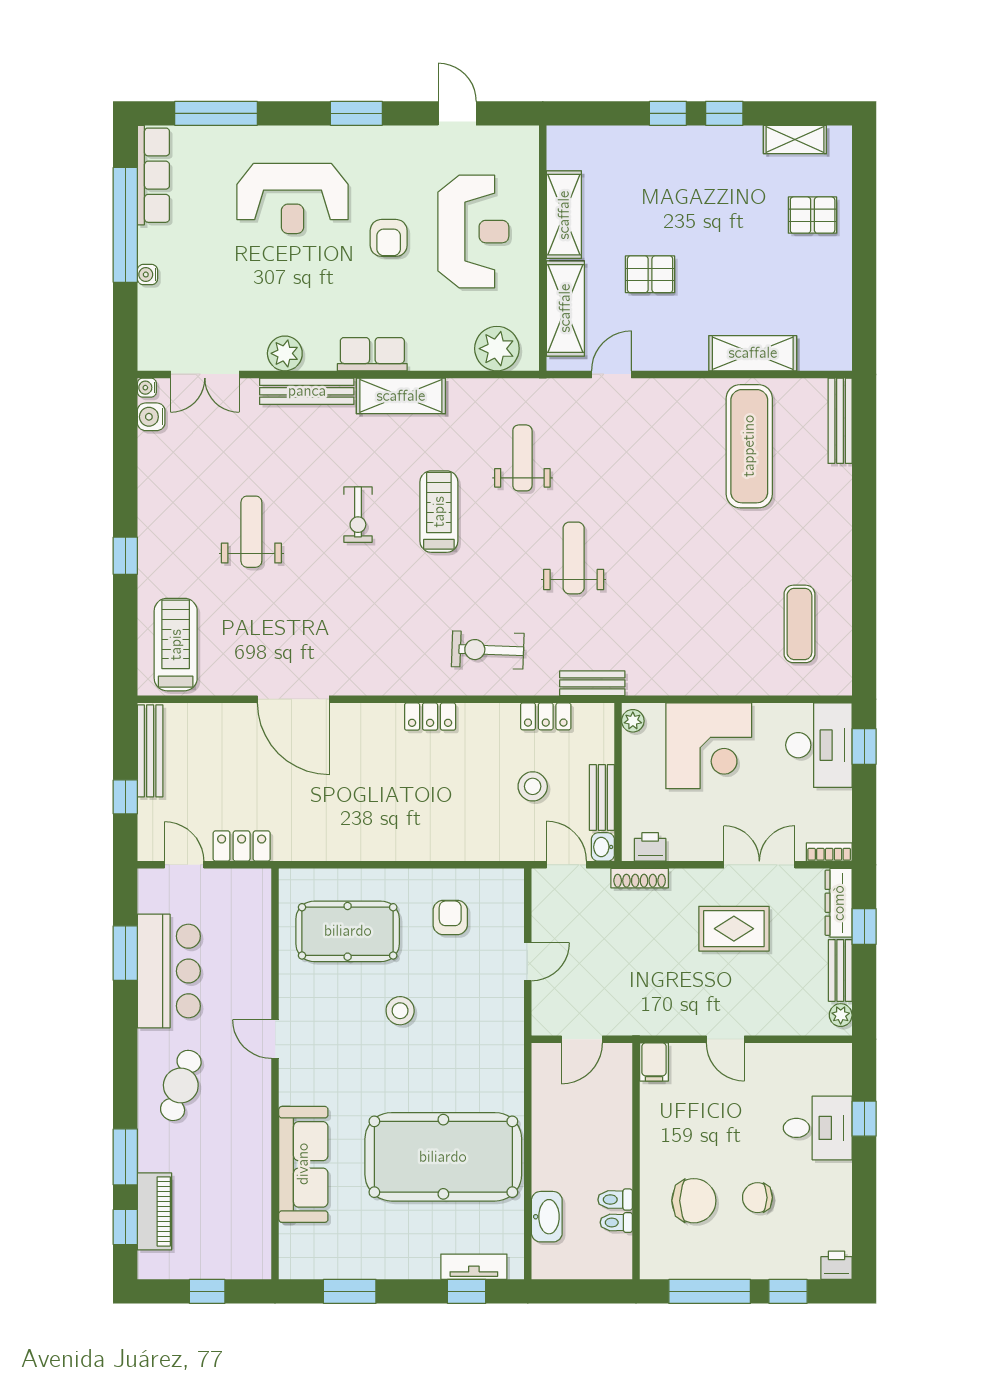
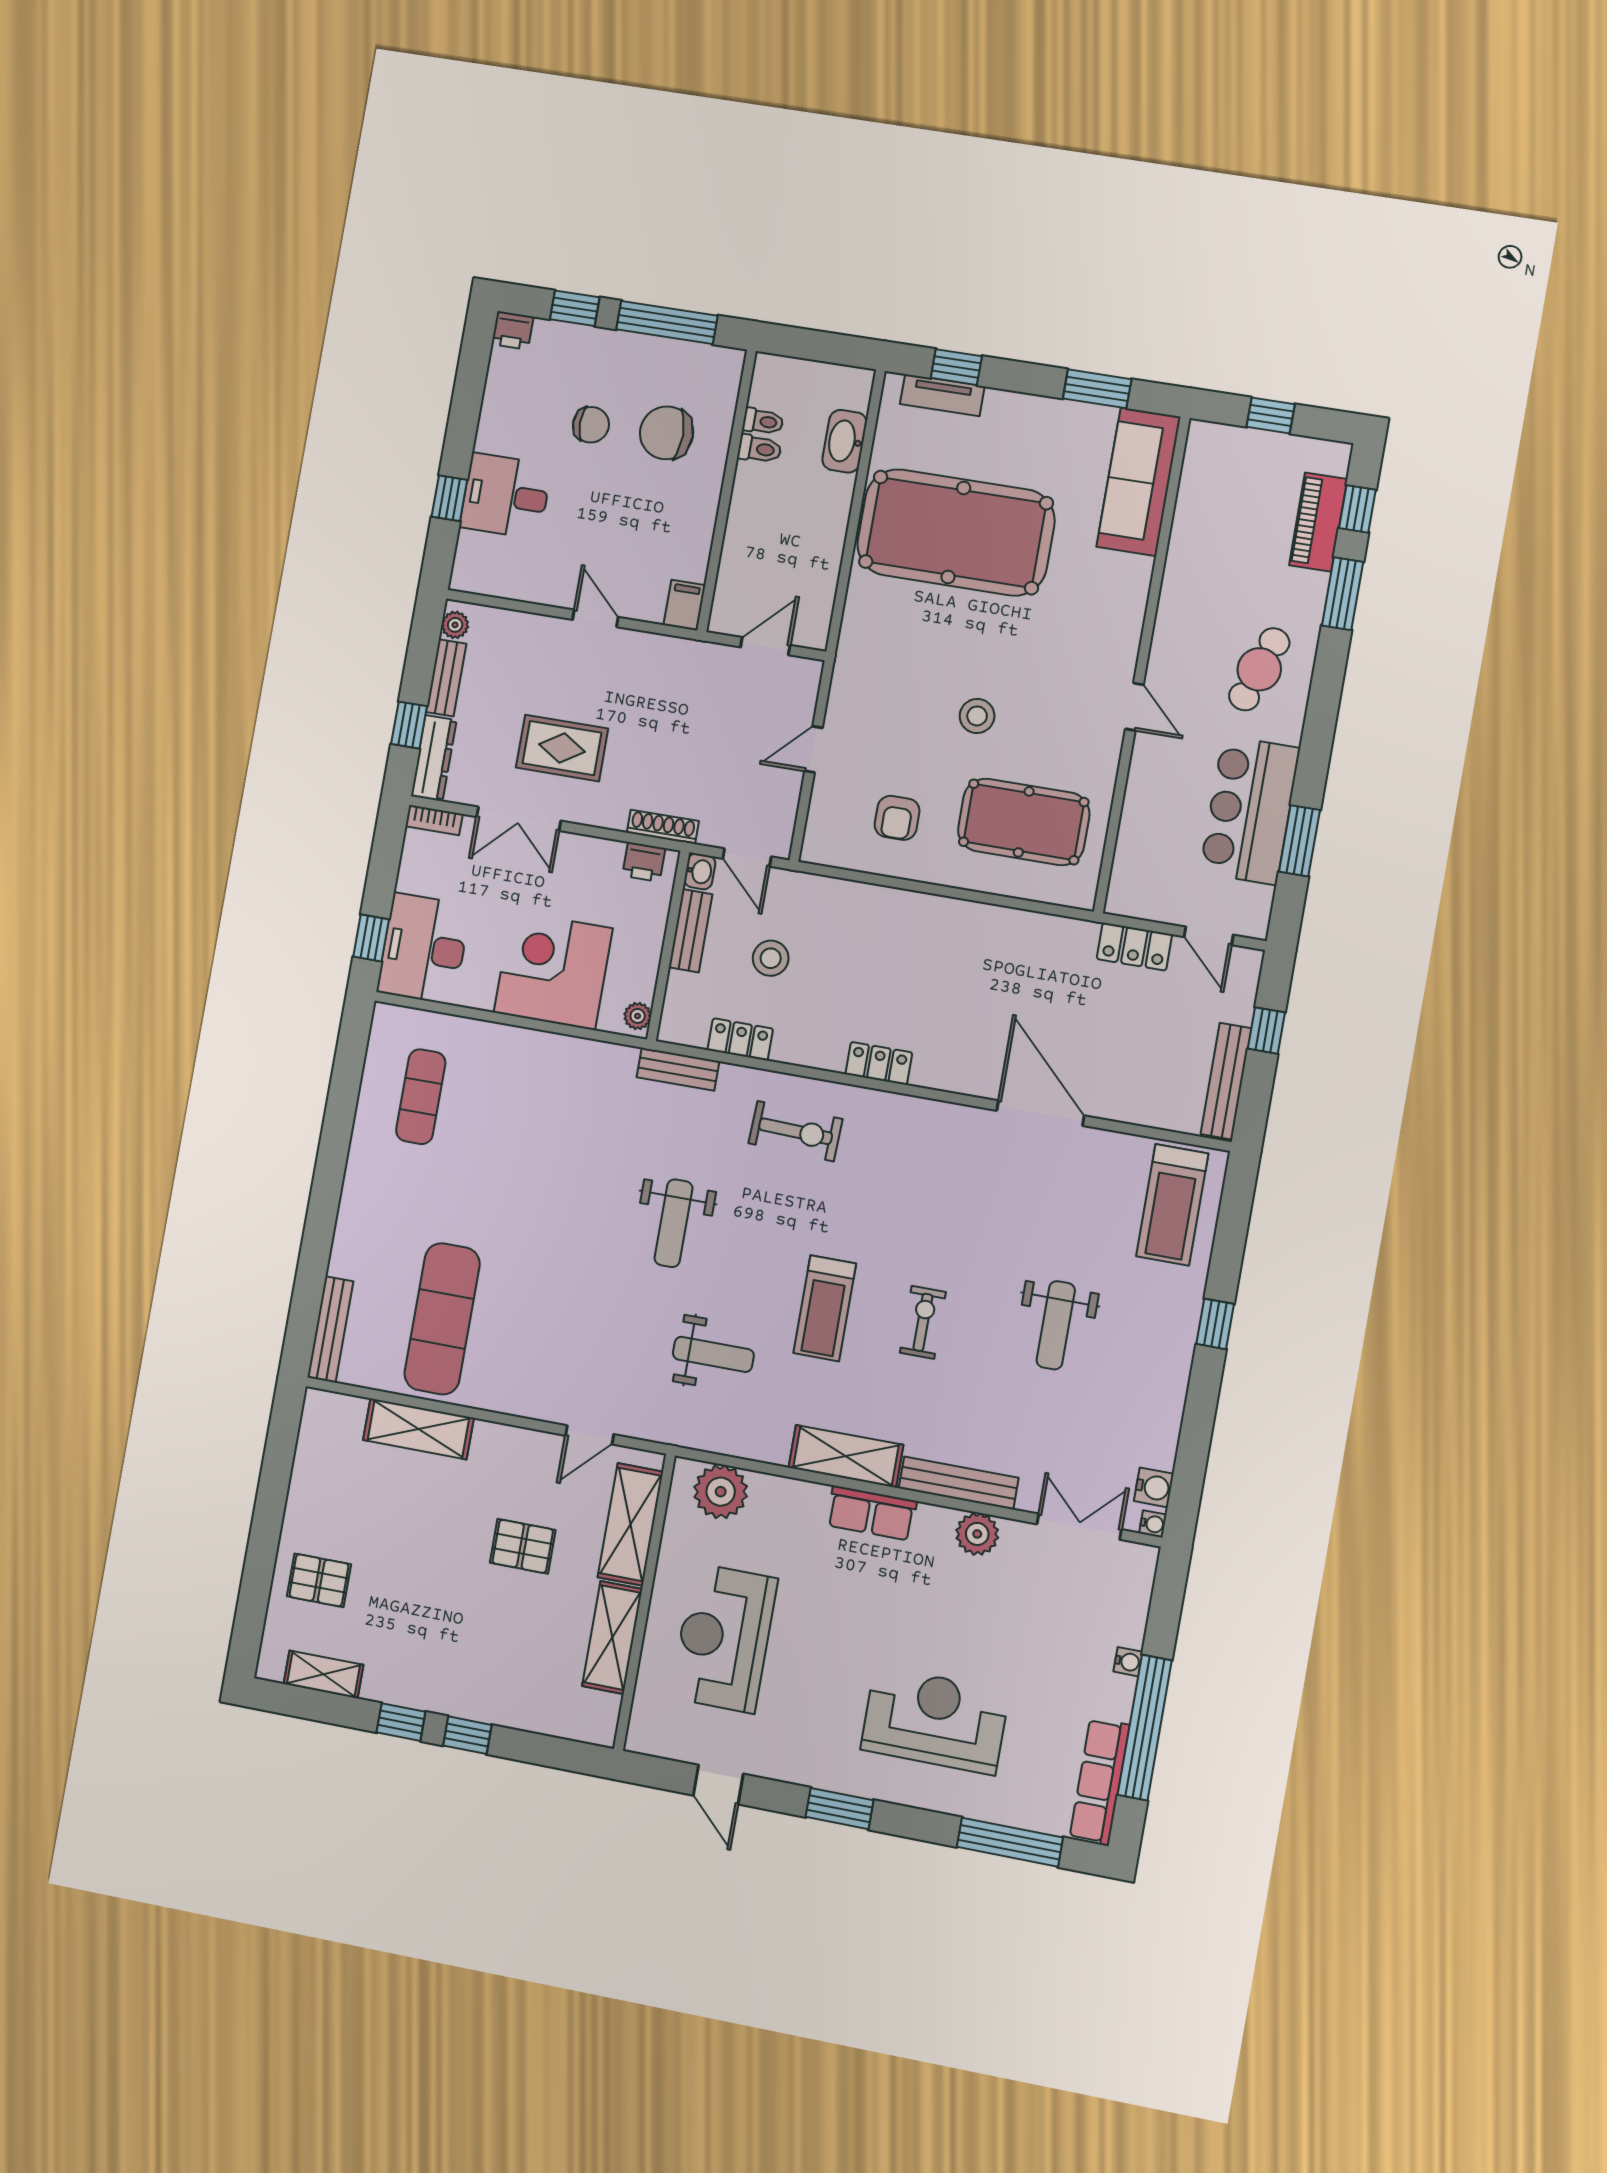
armchair: (389, 238) -> (827, 1650), removed
weight bench: (522, 458) -> (713, 1354), turned -90
sofa: (303, 1164) -> (1139, 482), moved

